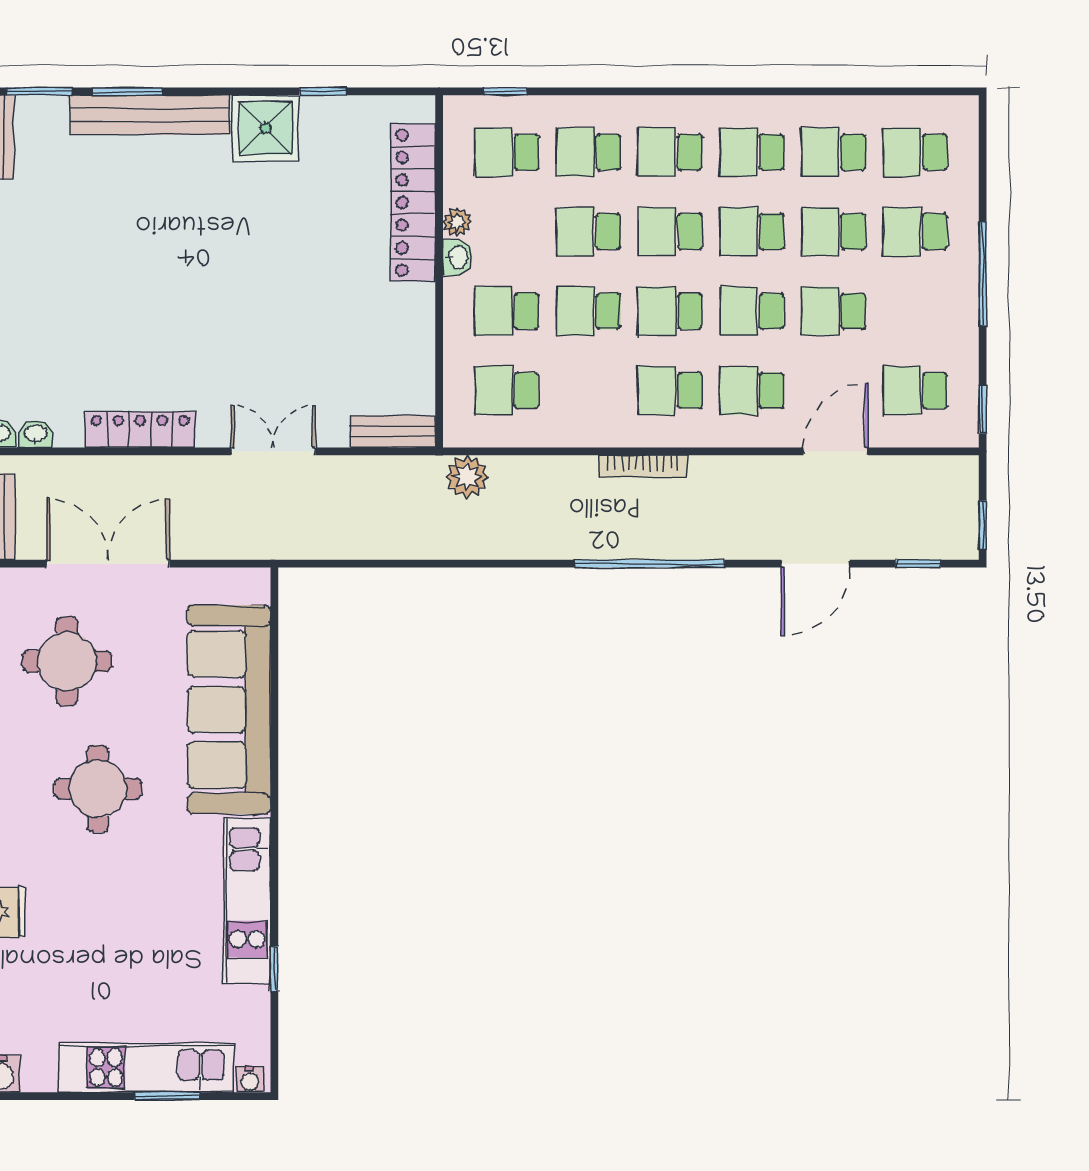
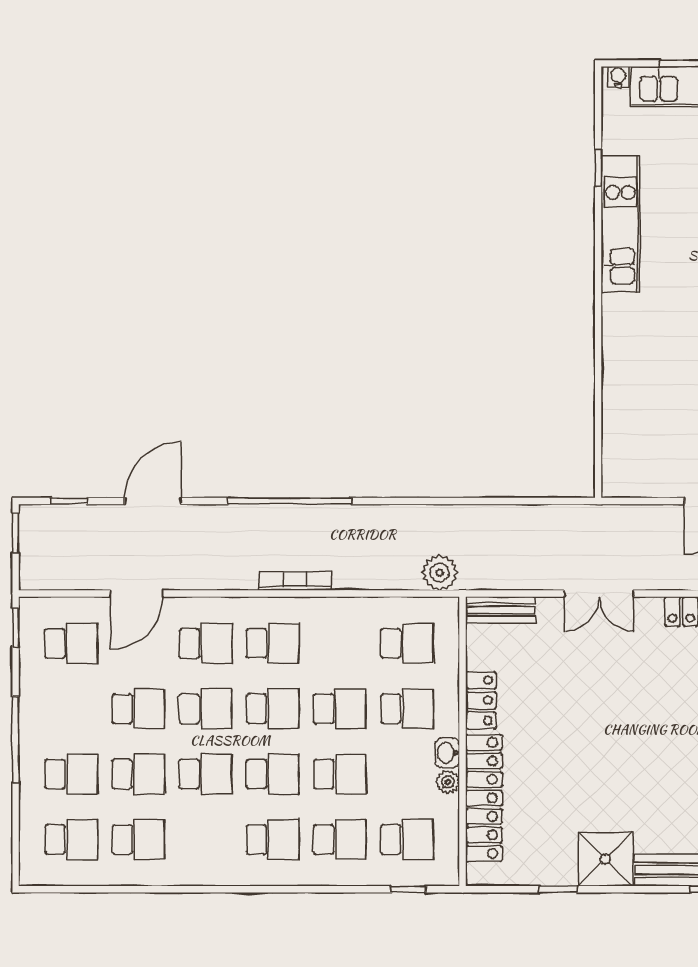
school desk: (752, 152) -> (205, 839), removed
locker: (417, 321) -> (481, 700), added
sofa: (229, 710) -> (635, 381), removed

